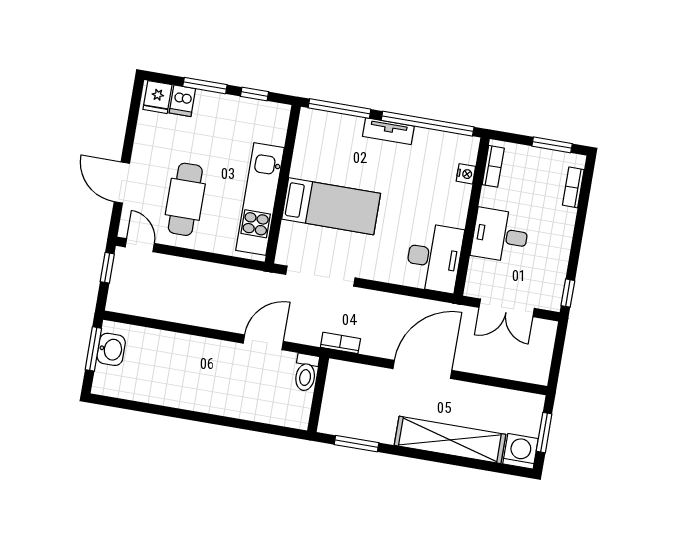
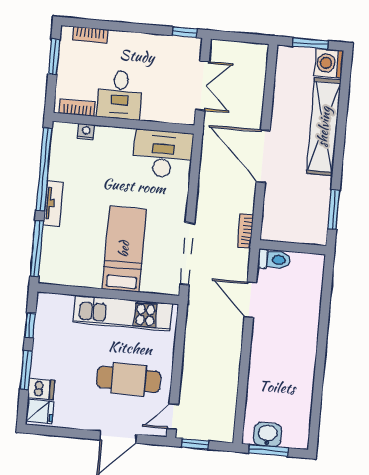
desk: (500, 235) -> (120, 95), moved

